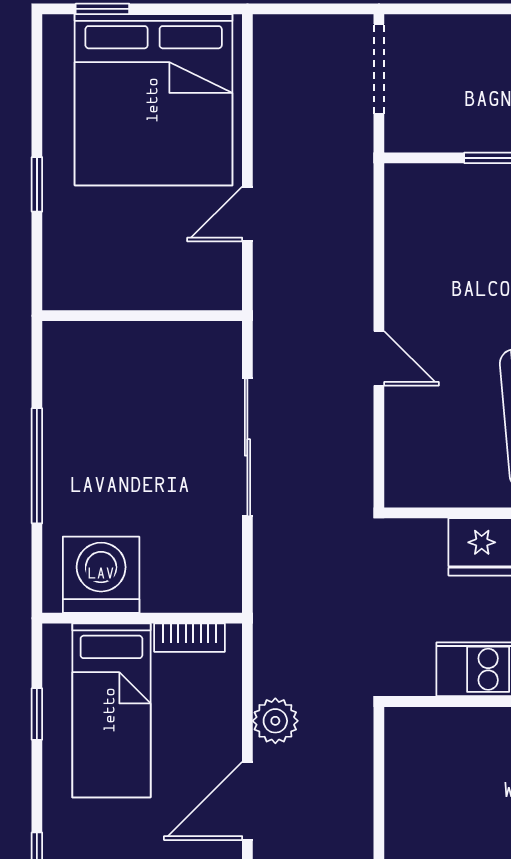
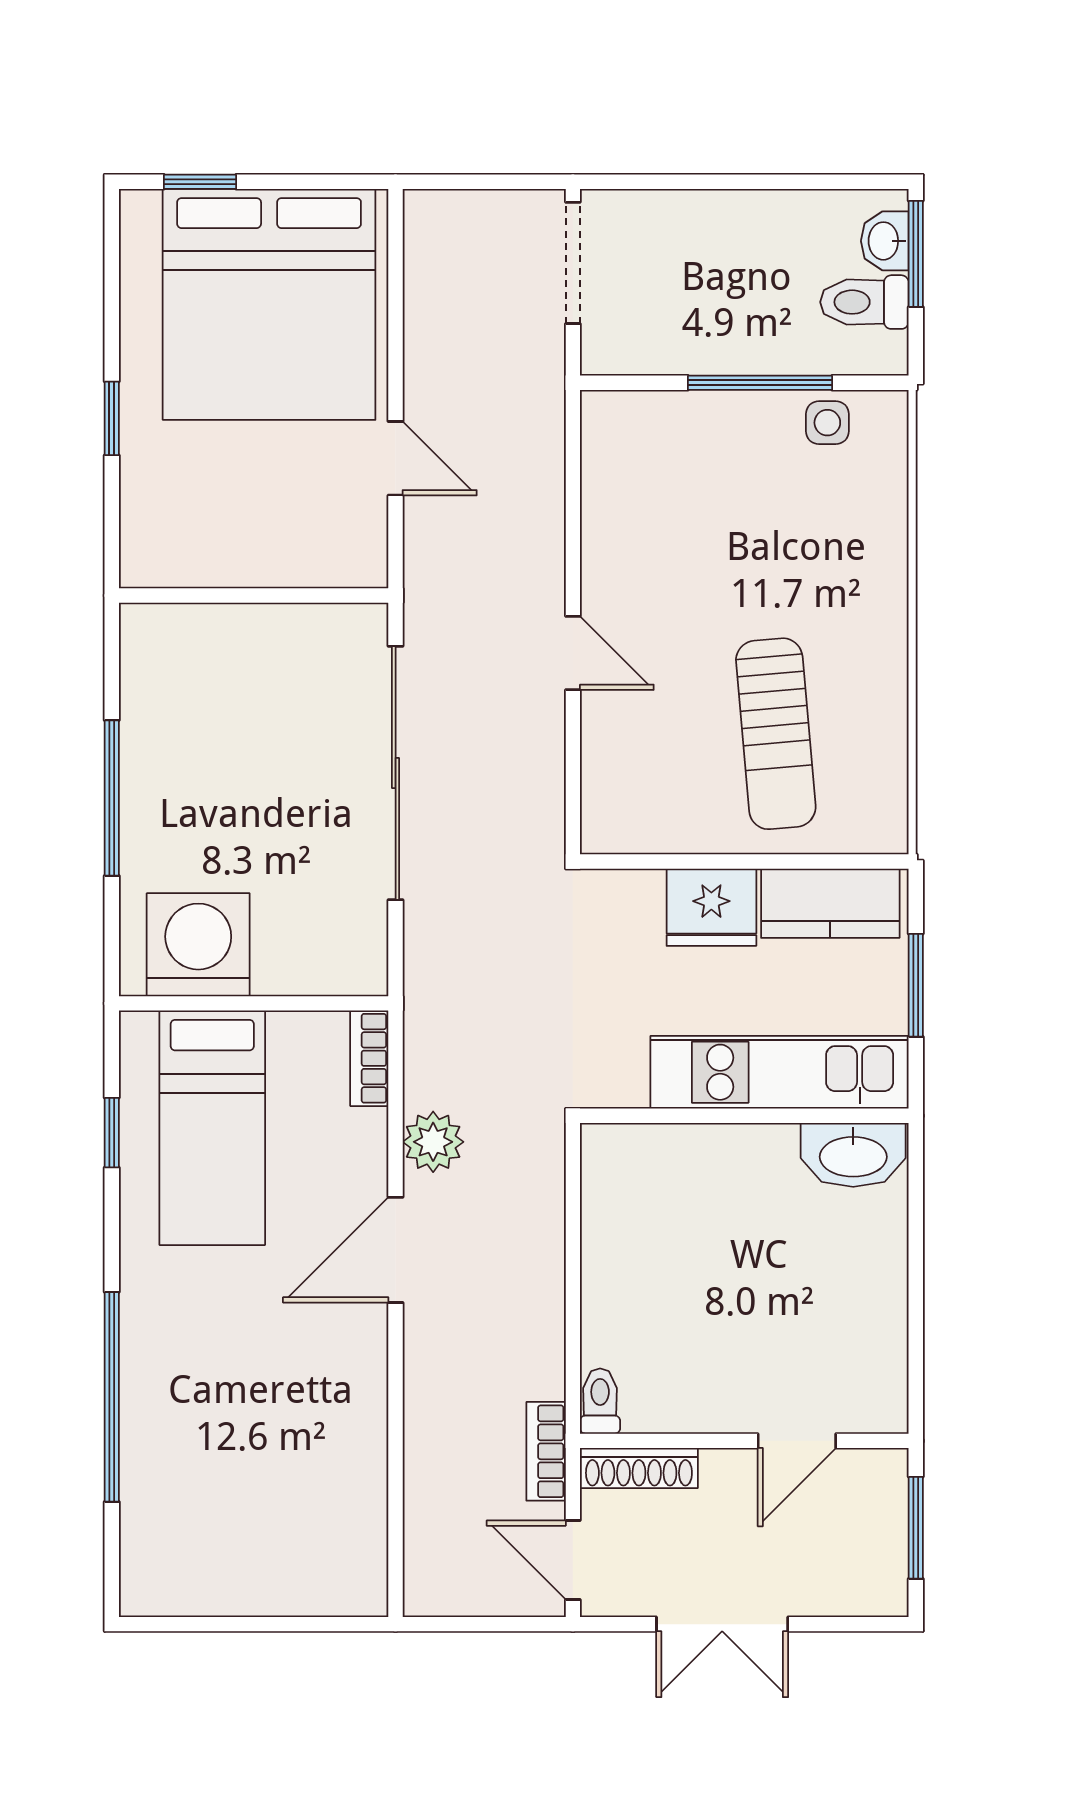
door: (247, 214) -> (396, 458), swing flipped
sliding door: (247, 447) -> (396, 773), width x1.36
bookcase: (190, 638) -> (369, 1058), moved, turned 90

